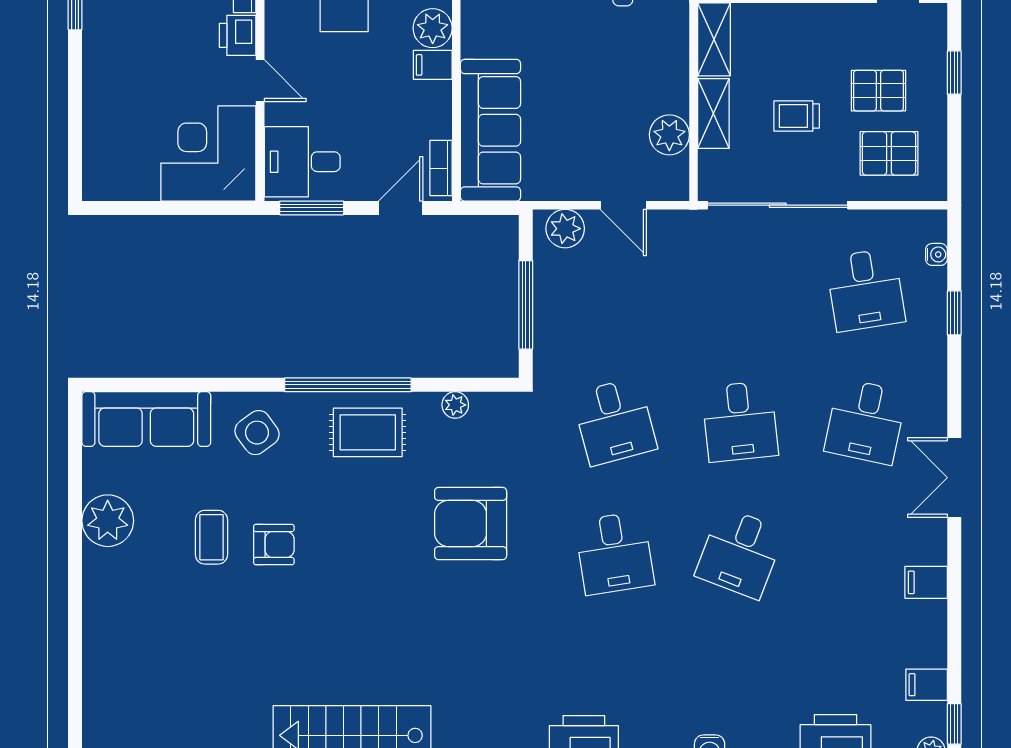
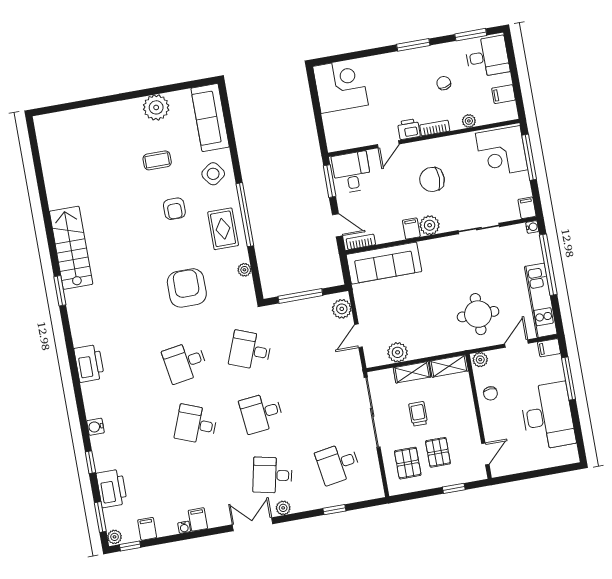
corner desk: (208, 153) -> (340, 86), moved
water cooler: (936, 254) -> (184, 527), moved
plant: (933, 412) -> (283, 508), added
desk: (614, 421) -> (250, 350), turned 36
armchair: (274, 545) -> (174, 209), moved

